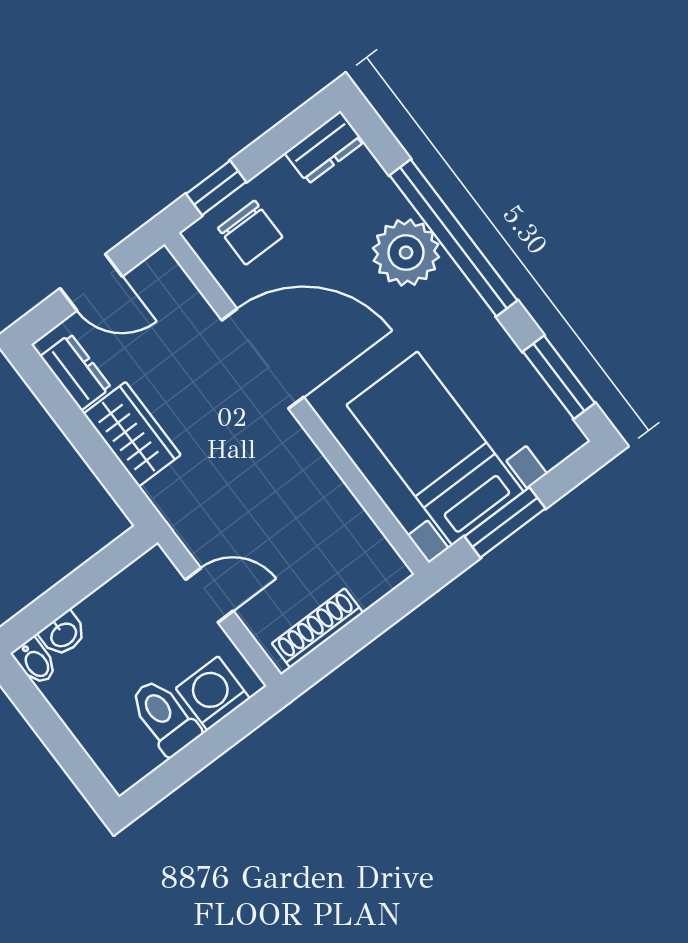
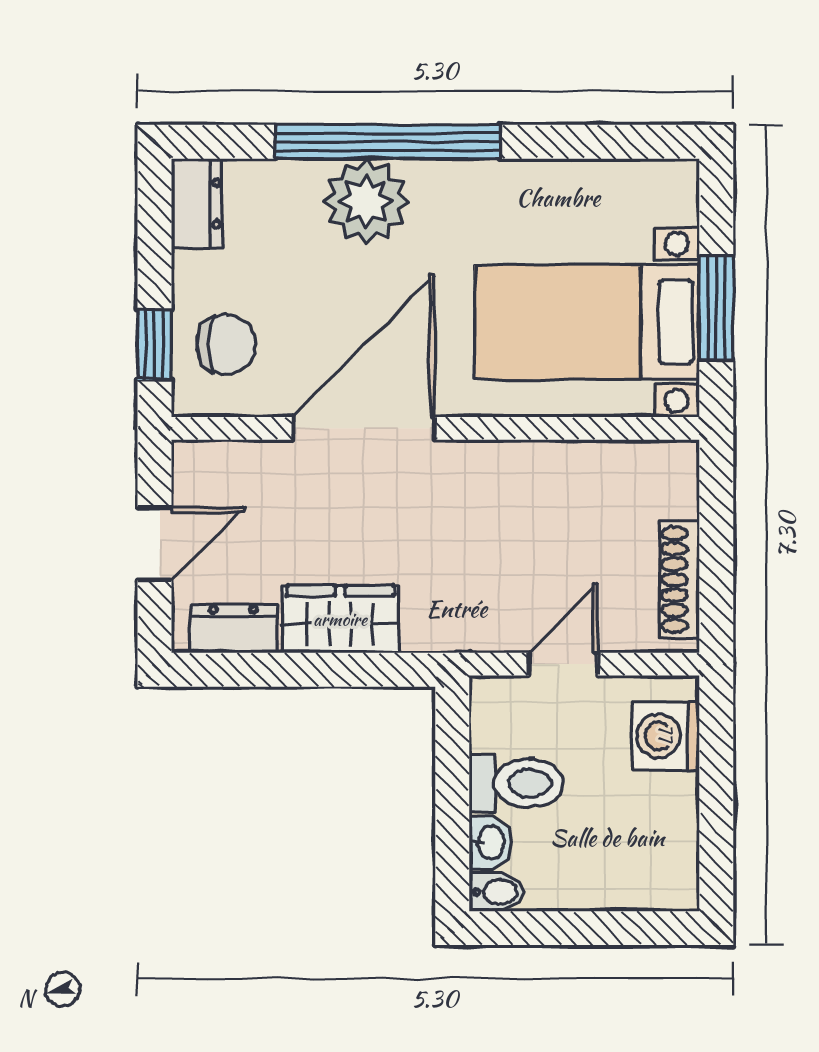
window: (559, 377) -> (610, 142), removed
toilet: (164, 717) -> (516, 783), moved, turned 180

